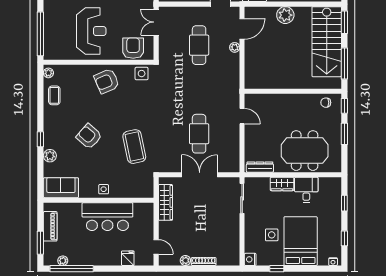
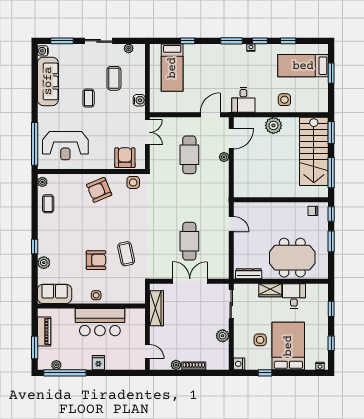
double door: (156, 22) -> (147, 132), swing flipped
reception desk: (91, 31) -> (65, 146), moved, turned 90
armchair: (89, 136) -> (96, 260), moved, turned 139
coffee table: (134, 147) -> (126, 254), width x0.73, depth x0.76
plant: (233, 231) -> (223, 336), added
fridge: (128, 258) -> (98, 363), moved

